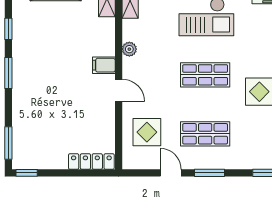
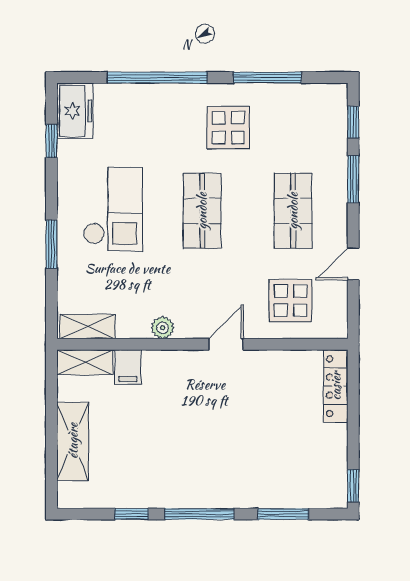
filing cabinet: (104, 65) -> (128, 367), moved
window: (8, 73) -> (199, 514), width x1.44
window: (8, 143) -> (283, 514), moved
window: (210, 173) -> (353, 179), moved

